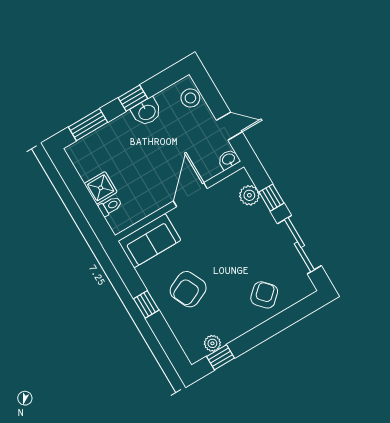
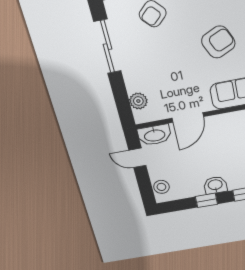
washbasin: (147, 112) -> (215, 185), moved
washbasin: (229, 159) -> (155, 135), width x1.91, depth x1.45
window: (272, 198) -> (120, 93), removed

